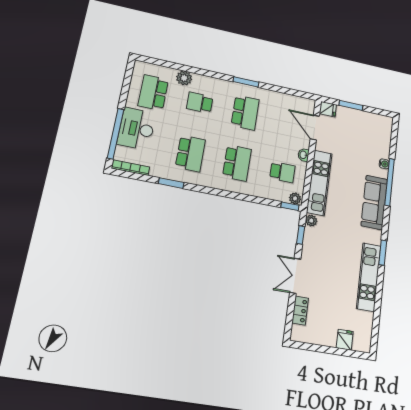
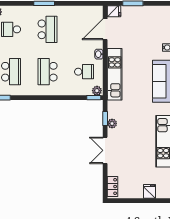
door: (315, 128) -> (105, 29), hinge flipped
school desk: (237, 163) -> (48, 72), turned 180
plant: (311, 221) -> (112, 123), moved
locker: (300, 311) -> (113, 187), moved

